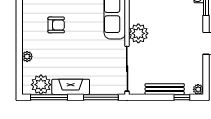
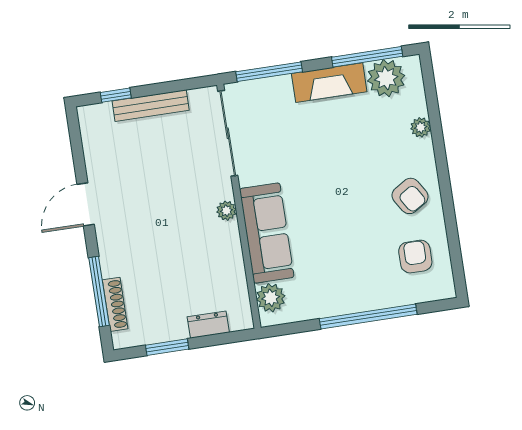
armchair: (56, 25) -> (410, 196), moved, turned -122
plant: (138, 33) -> (226, 211), width x0.53, depth x0.53
plant: (198, 89) -> (87, 115), removed

